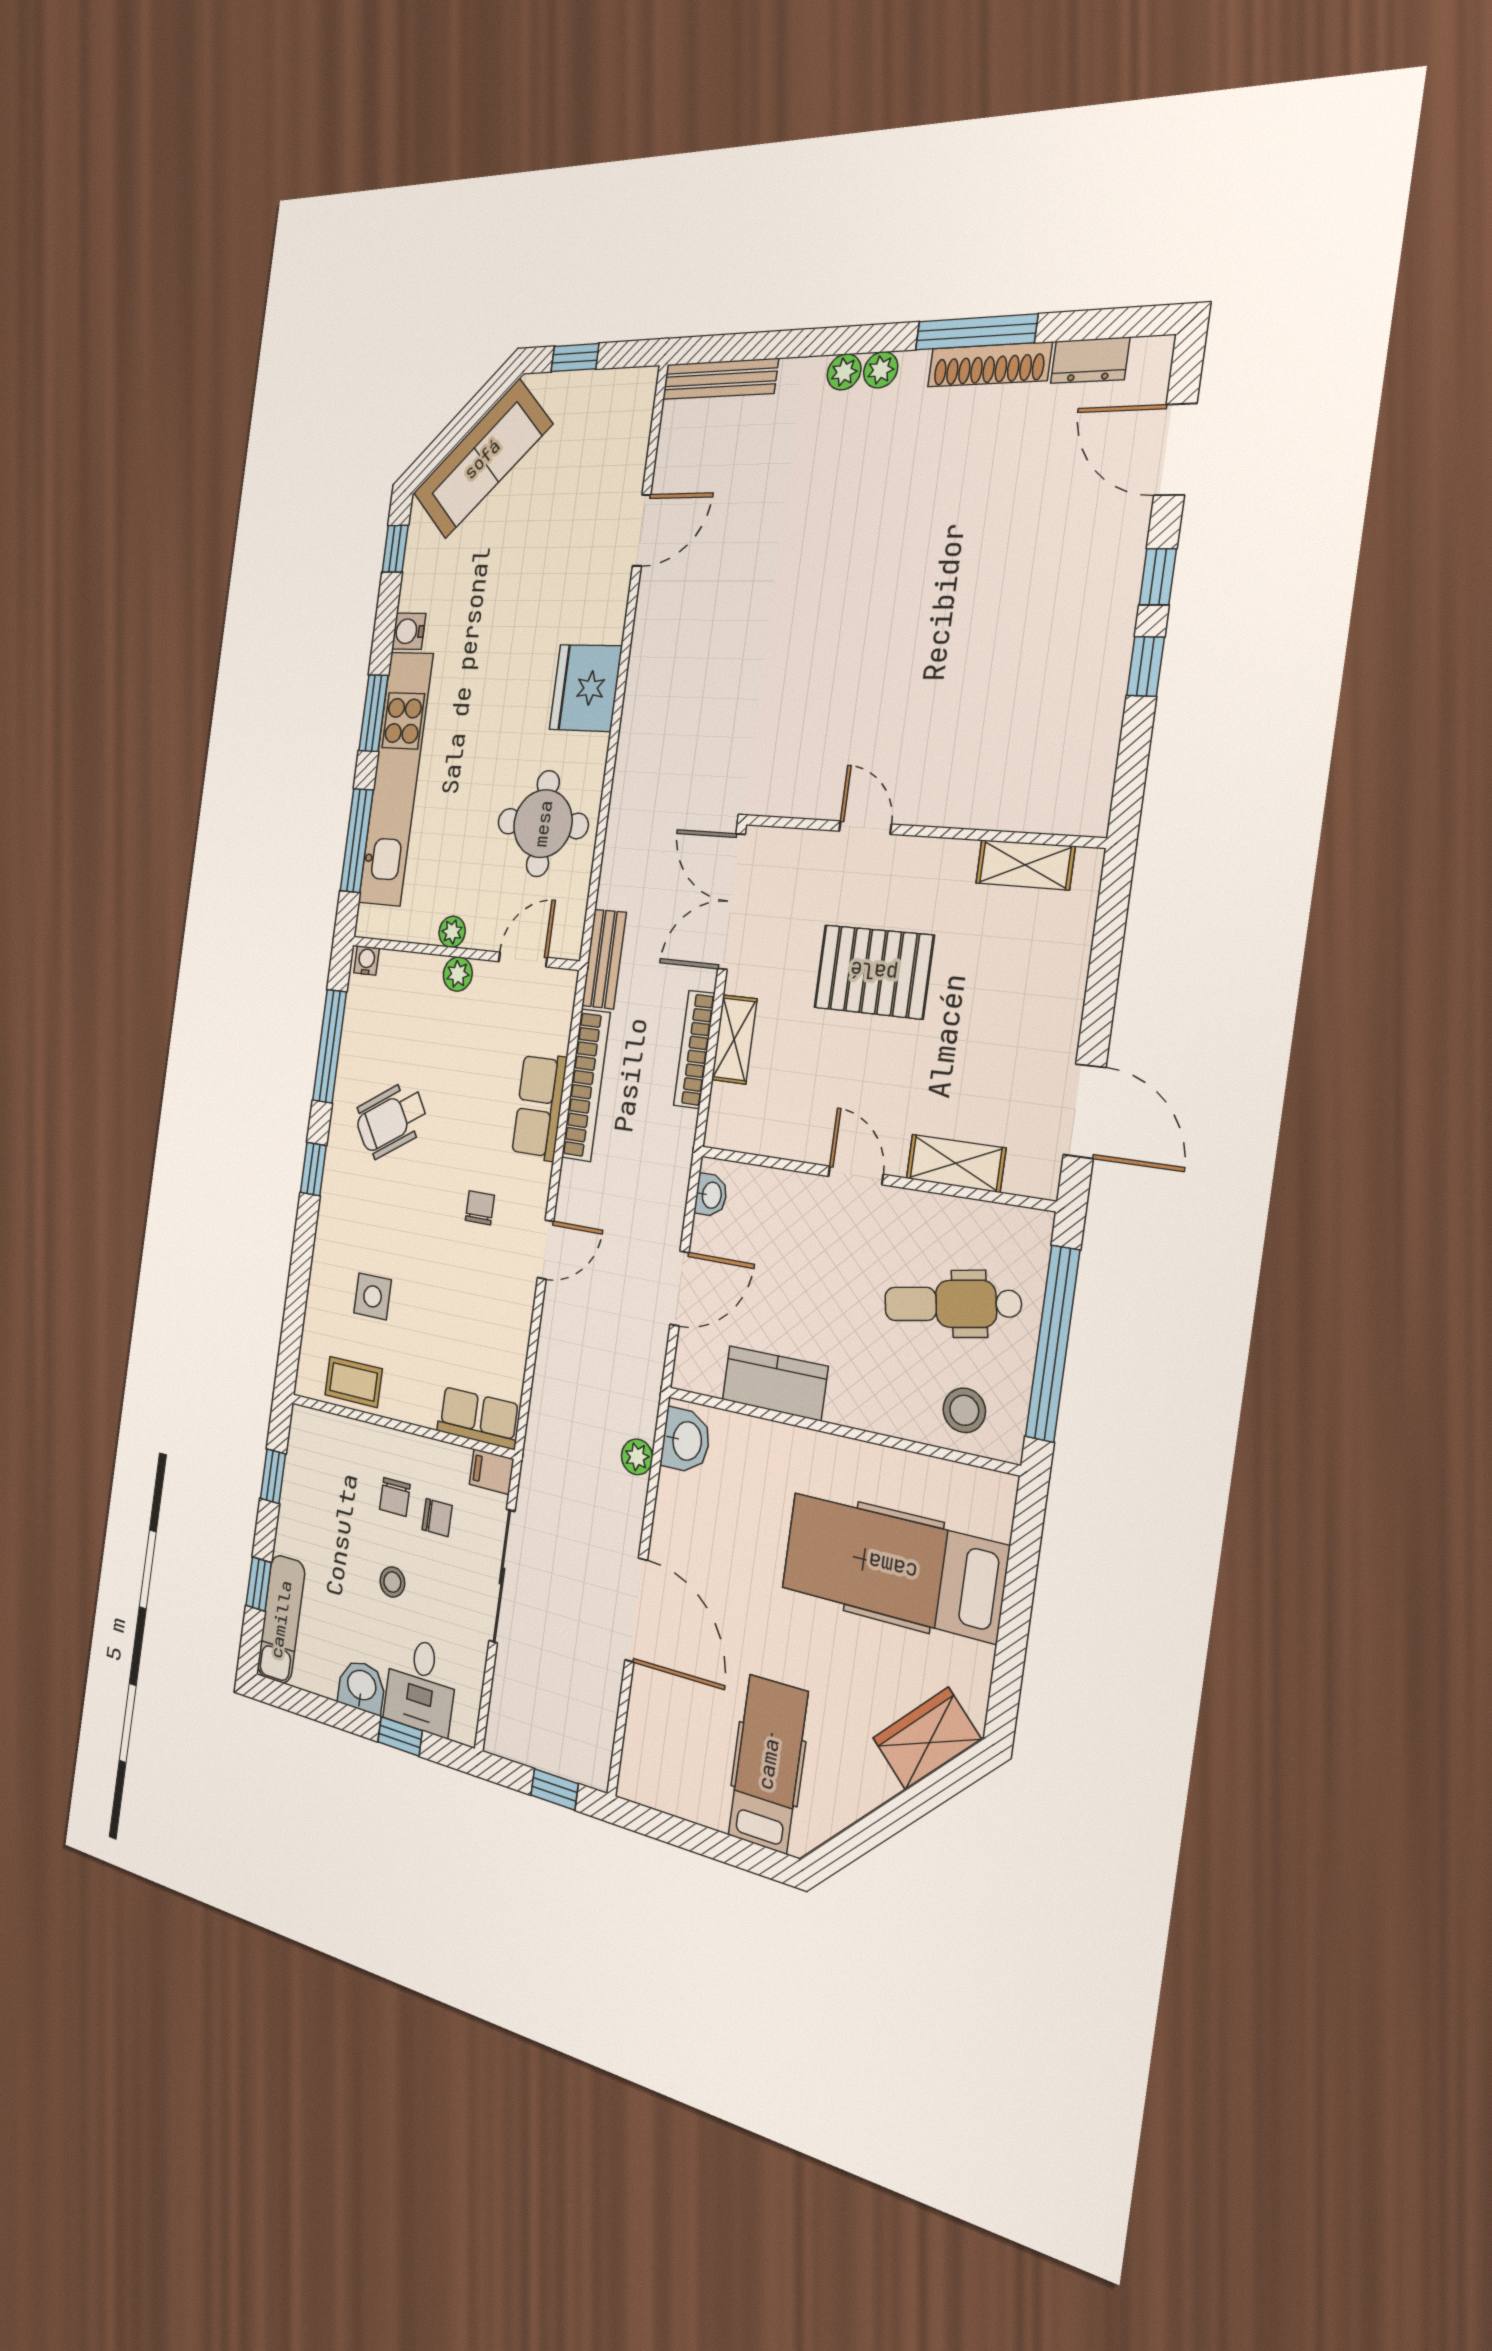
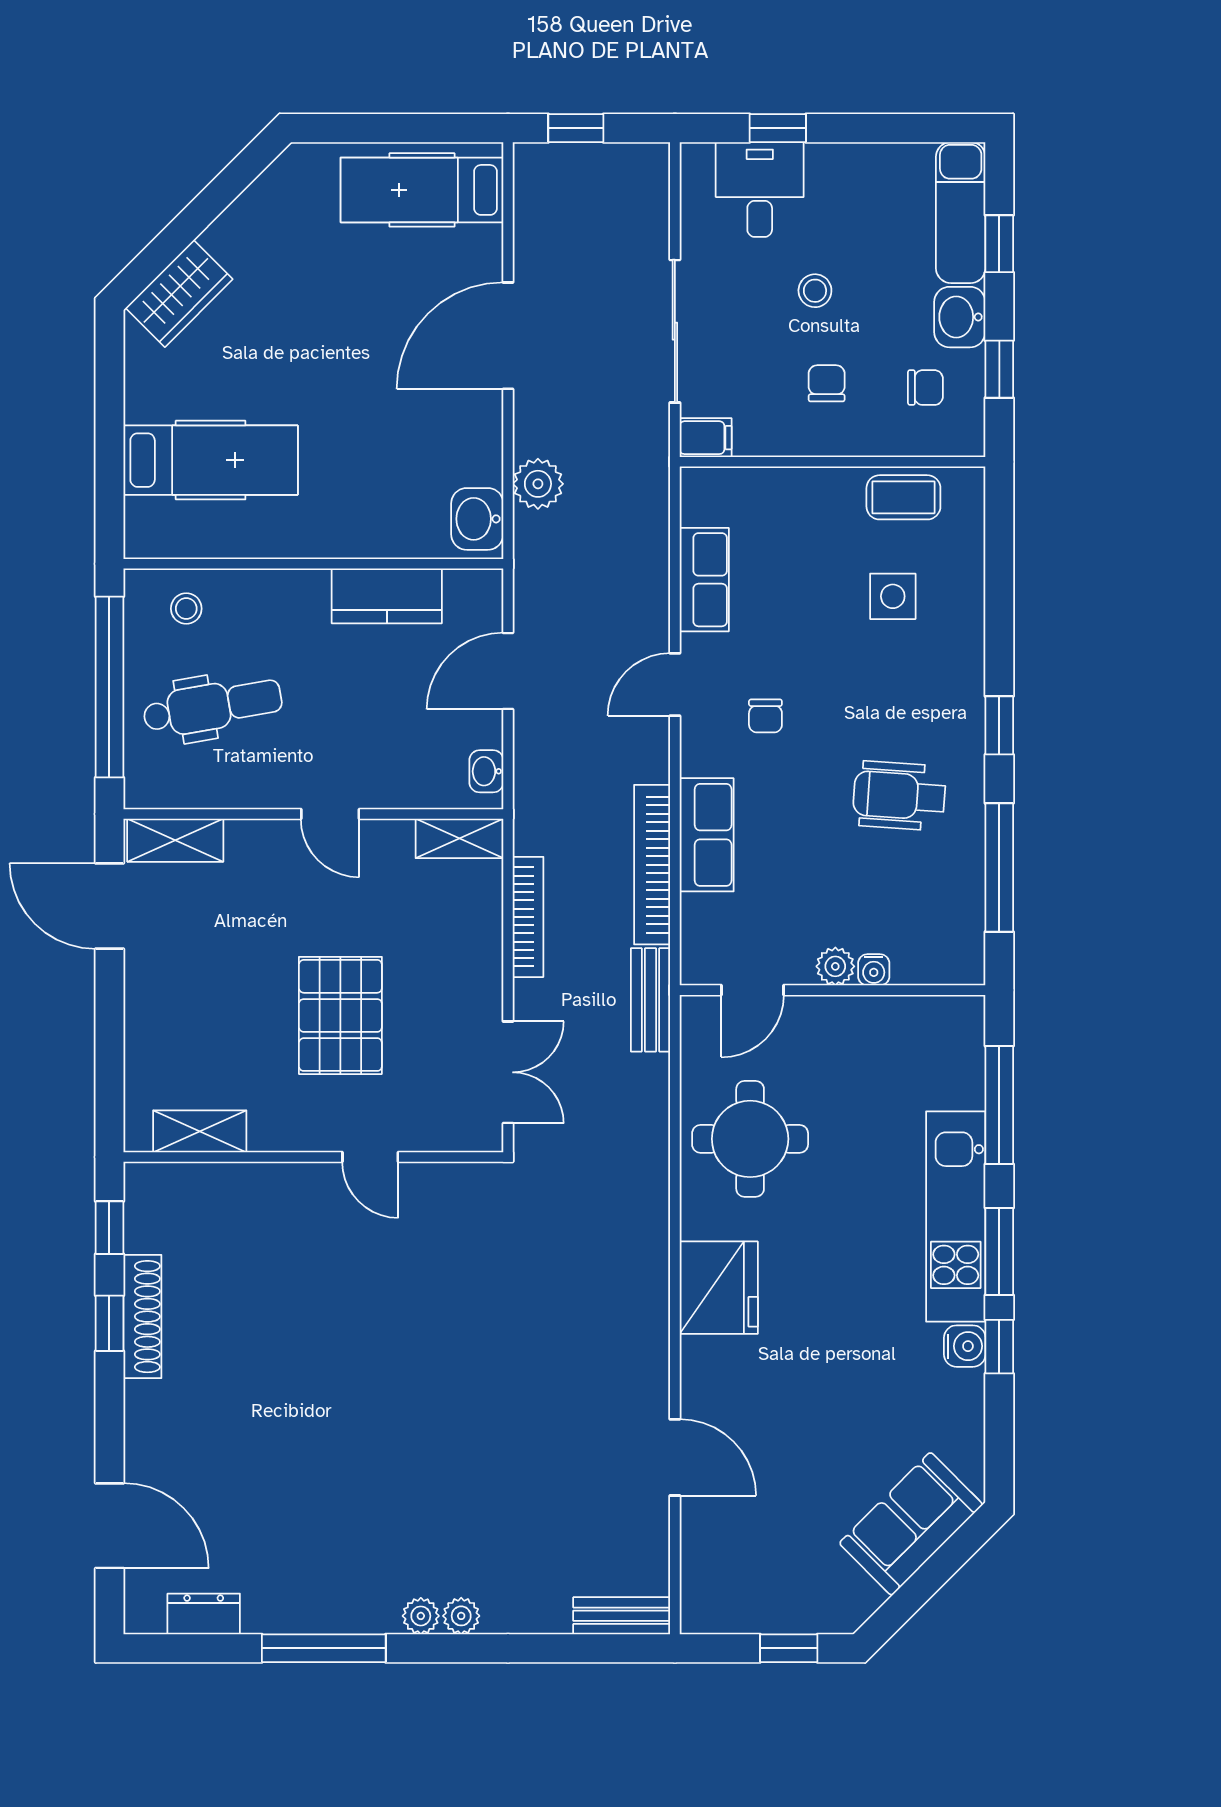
shoe rack: (989, 365) -> (142, 1317), moved, turned 90
bench: (720, 379) -> (622, 1616), width x0.73
sofa: (482, 459) -> (911, 1524), width x0.73
door: (642, 530) -> (675, 1457), swing flipped
window: (395, 549) -> (999, 1347), moved
window: (1158, 577) -> (109, 1228), moved
kitchen unit: (396, 779) -> (956, 1217), width x0.73
double door: (731, 902) -> (508, 1072), width x0.73
plant: (452, 932) -> (850, 1012), removed
water cooler: (367, 961) -> (874, 970), moved
pallet: (874, 972) -> (340, 1015), turned 90
shelving: (734, 1039) -> (459, 838), moved, turned 90
wheelchair: (391, 1120) -> (899, 796), turned -144
shelving: (956, 1163) -> (175, 840), moved
stool: (964, 1410) -> (186, 609), width x0.73, depth x0.73
row of seats: (478, 1418) -> (704, 580), moved, turned -90
plant: (637, 1457) -> (538, 484), width x1.38, depth x1.38
chair: (437, 1518) -> (925, 388), moved, turned 180
hospital bed: (893, 1567) -> (211, 460), width x0.73, depth x0.78
door: (636, 1610) -> (508, 336), hinge flipped
washbasin: (362, 1686) -> (960, 317), moved, turned 90
hospital bed: (768, 1764) -> (422, 190), moved, turned 90

